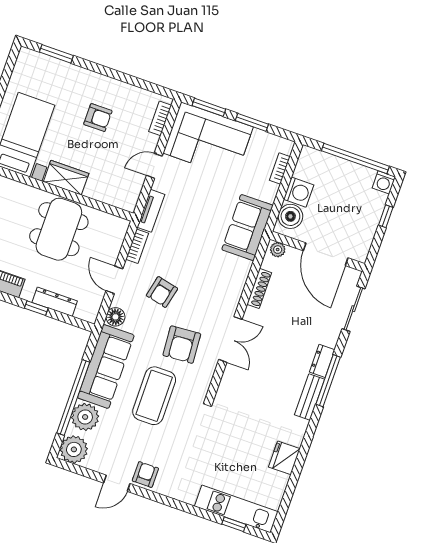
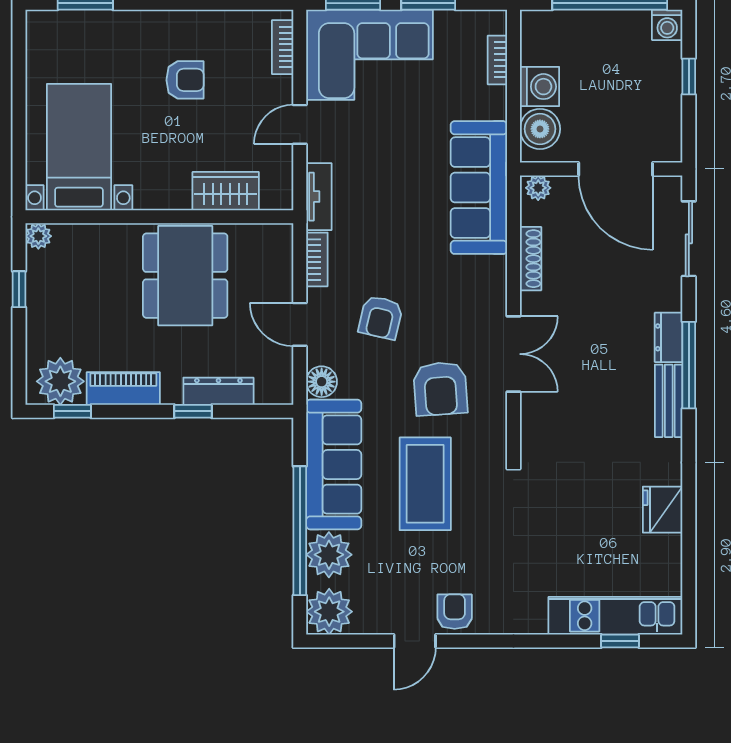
wardrobe: (66, 178) -> (226, 191), moved
sofa: (247, 228) -> (479, 188), width x1.36

